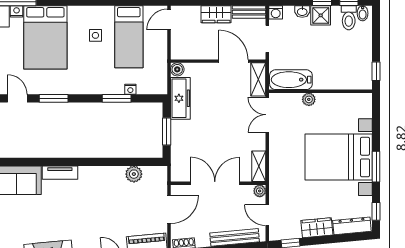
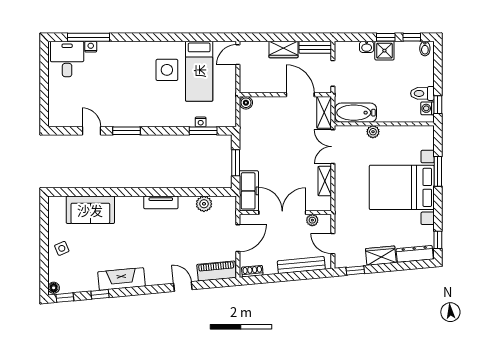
washing machine: (276, 12) -> (428, 108), moved, turned 90
toilet: (349, 18) -> (422, 93), moved, turned 90
side table: (95, 35) -> (167, 70), width x1.87, depth x1.87
bed: (45, 37) -> (119, 72), removed
window: (117, 98) -> (203, 131), moved
freezer: (180, 98) -> (249, 191), moved
shelving: (259, 166) -> (325, 181), moved
window: (376, 167) -> (438, 171), moved
tv unit: (60, 173) -> (161, 202), moved
plant: (260, 191) -> (312, 220), moved

